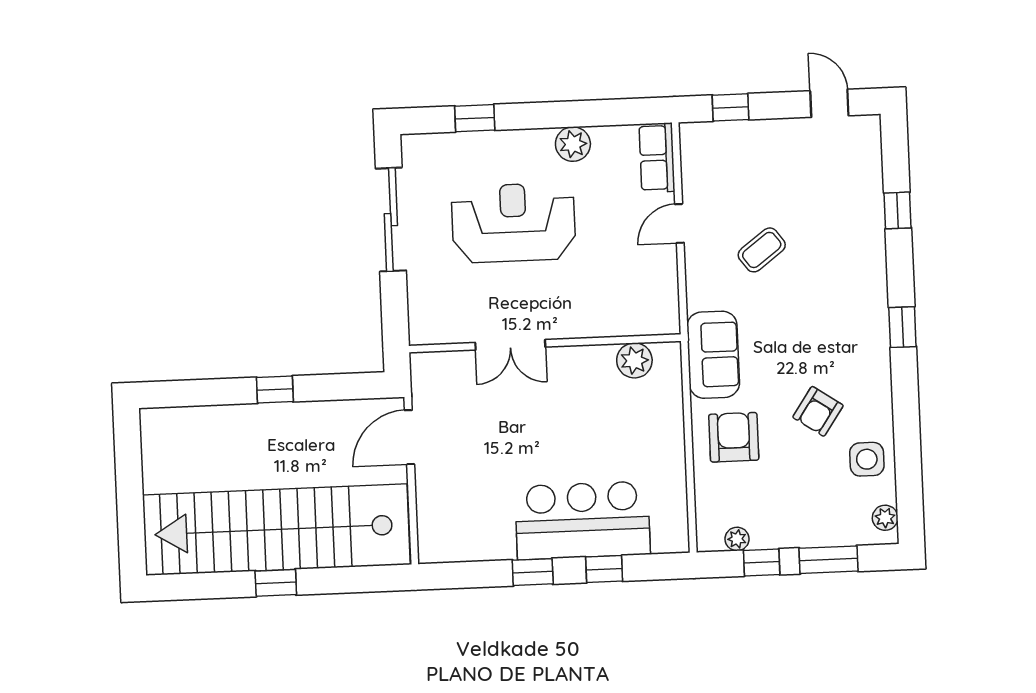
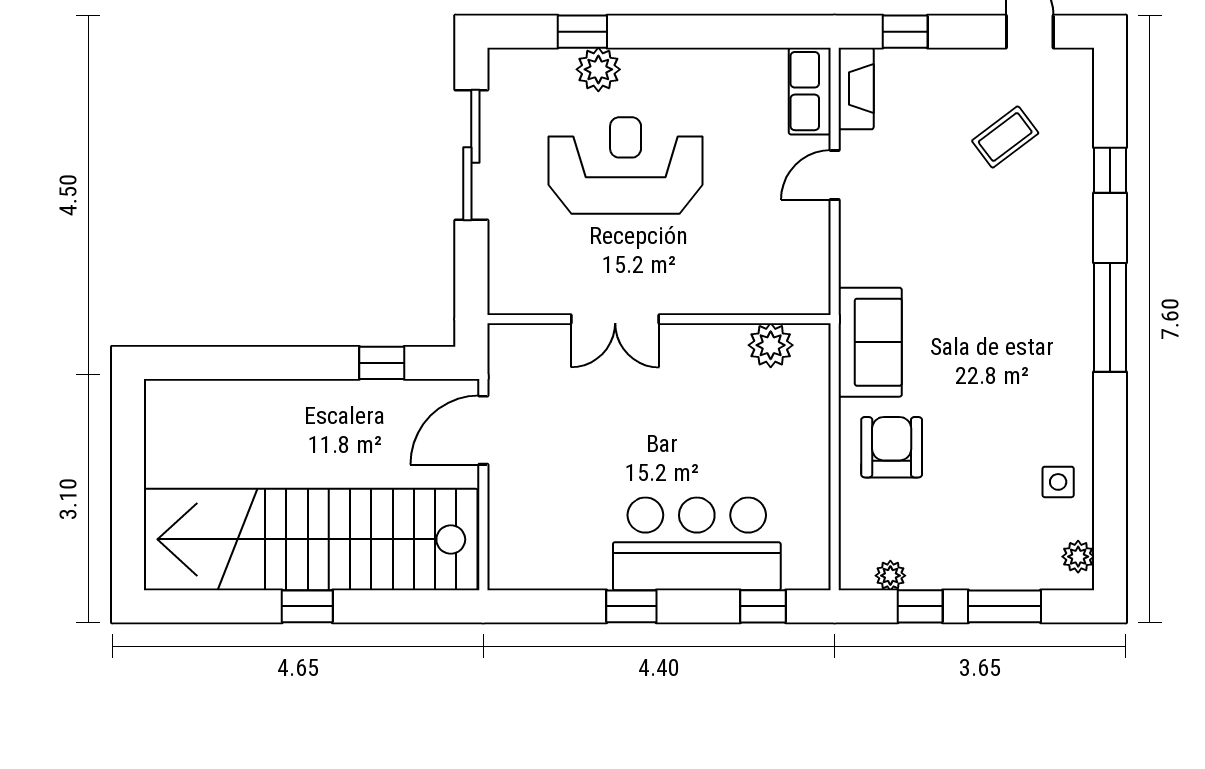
plant: (573, 144) -> (598, 69), moved
fireplace: (694, 154) -> (856, 88), added
coffee table: (762, 250) -> (1005, 137), moved
window: (902, 327) -> (1110, 317), width x2.17
window: (275, 390) -> (382, 363), moved
armchair: (818, 411) -> (999, 419), removed
side table: (867, 459) -> (1058, 482), width x0.73, depth x0.73
window: (604, 569) -> (763, 606), moved

